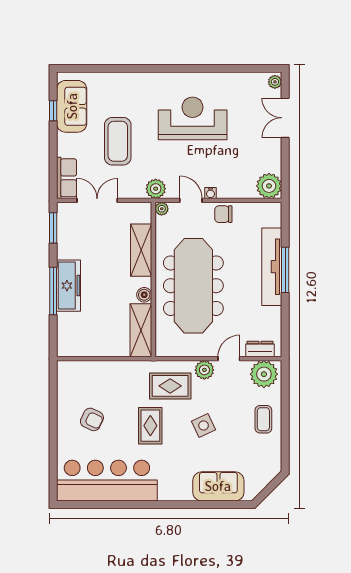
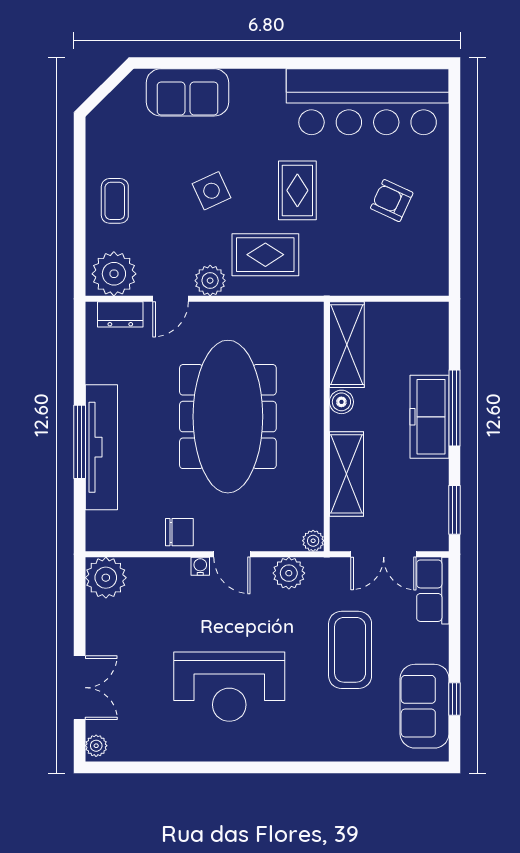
plant: (162, 209) -> (313, 541), moved
shelving: (141, 250) -> (346, 474), moved
wall: (153, 280) -> (327, 427), moved
boiler: (144, 295) -> (341, 402), moved
shelving: (141, 330) -> (347, 345), moved

